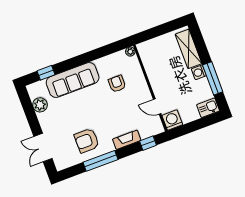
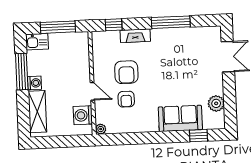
sofa: (73, 80) -> (180, 118), width x0.73
door: (157, 106) -> (92, 91), moved
washing machine: (172, 120) -> (83, 115), moved, turned 90
window: (194, 126) -> (58, 27), added
armchair: (87, 141) -> (126, 72), moved, turned 90

